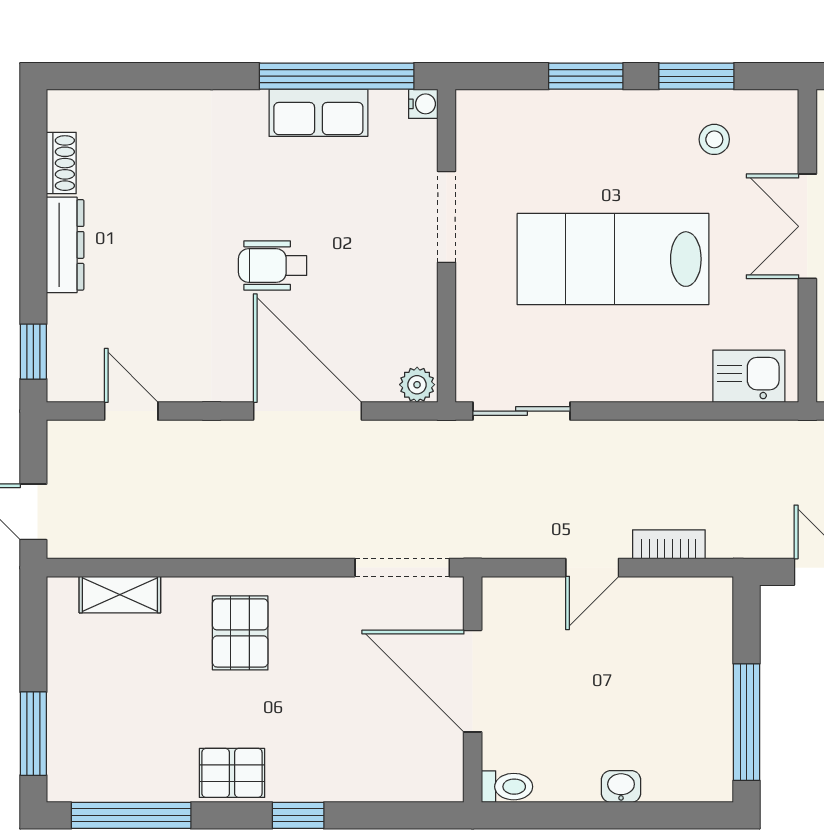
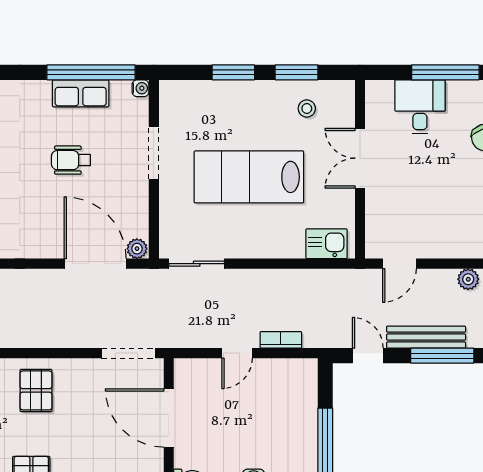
wheelchair: (273, 266) -> (71, 160), moved
door: (308, 411) -> (95, 264), moved

